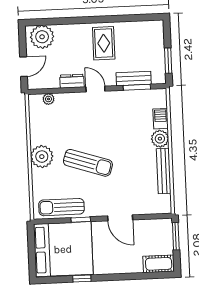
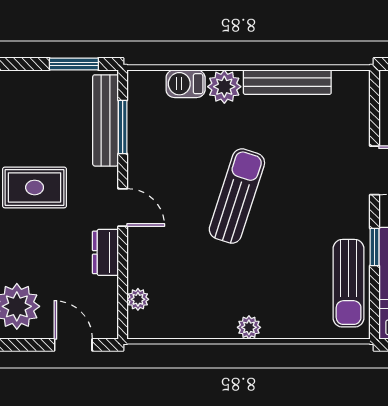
bench: (134, 79) -> (106, 120), width x1.36
door: (95, 89) -> (123, 207), swing flipped
plant: (42, 157) -> (249, 327), width x0.53, depth x0.53
sun lounger: (88, 163) -> (237, 196), moved

